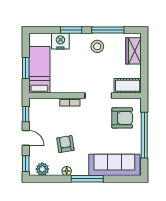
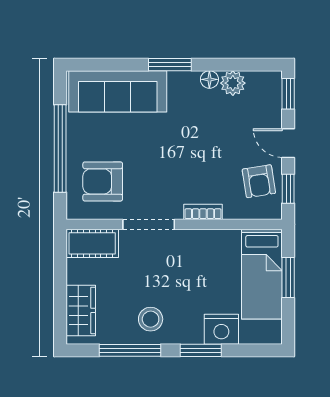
armchair: (65, 144) -> (259, 181), moved
plant: (42, 169) -> (233, 83), moved
window: (87, 179) -> (170, 65), width x0.69

